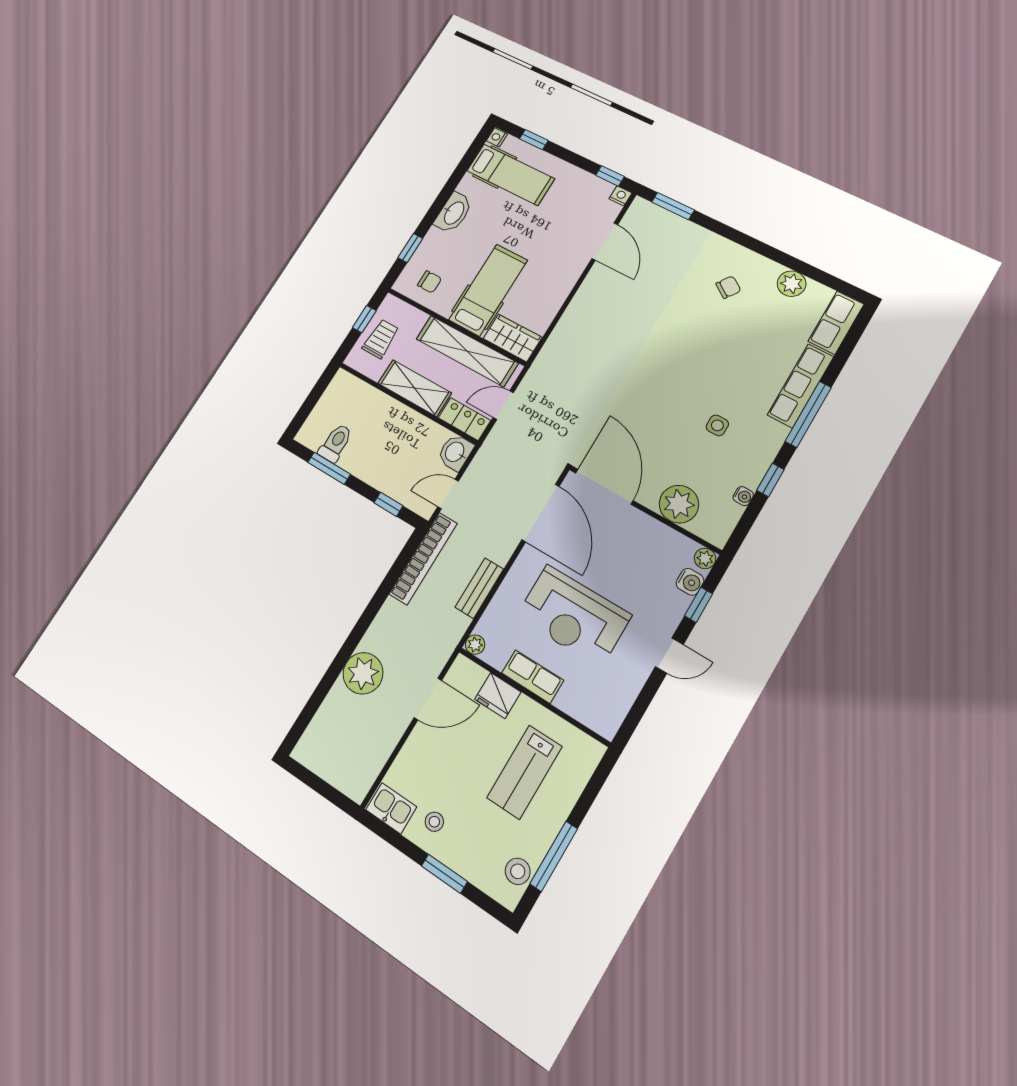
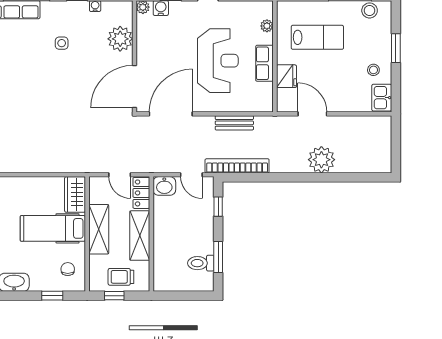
shelving: (467, 351) -> (99, 229), width x0.68
plant: (475, 645) -> (267, 26), moved

